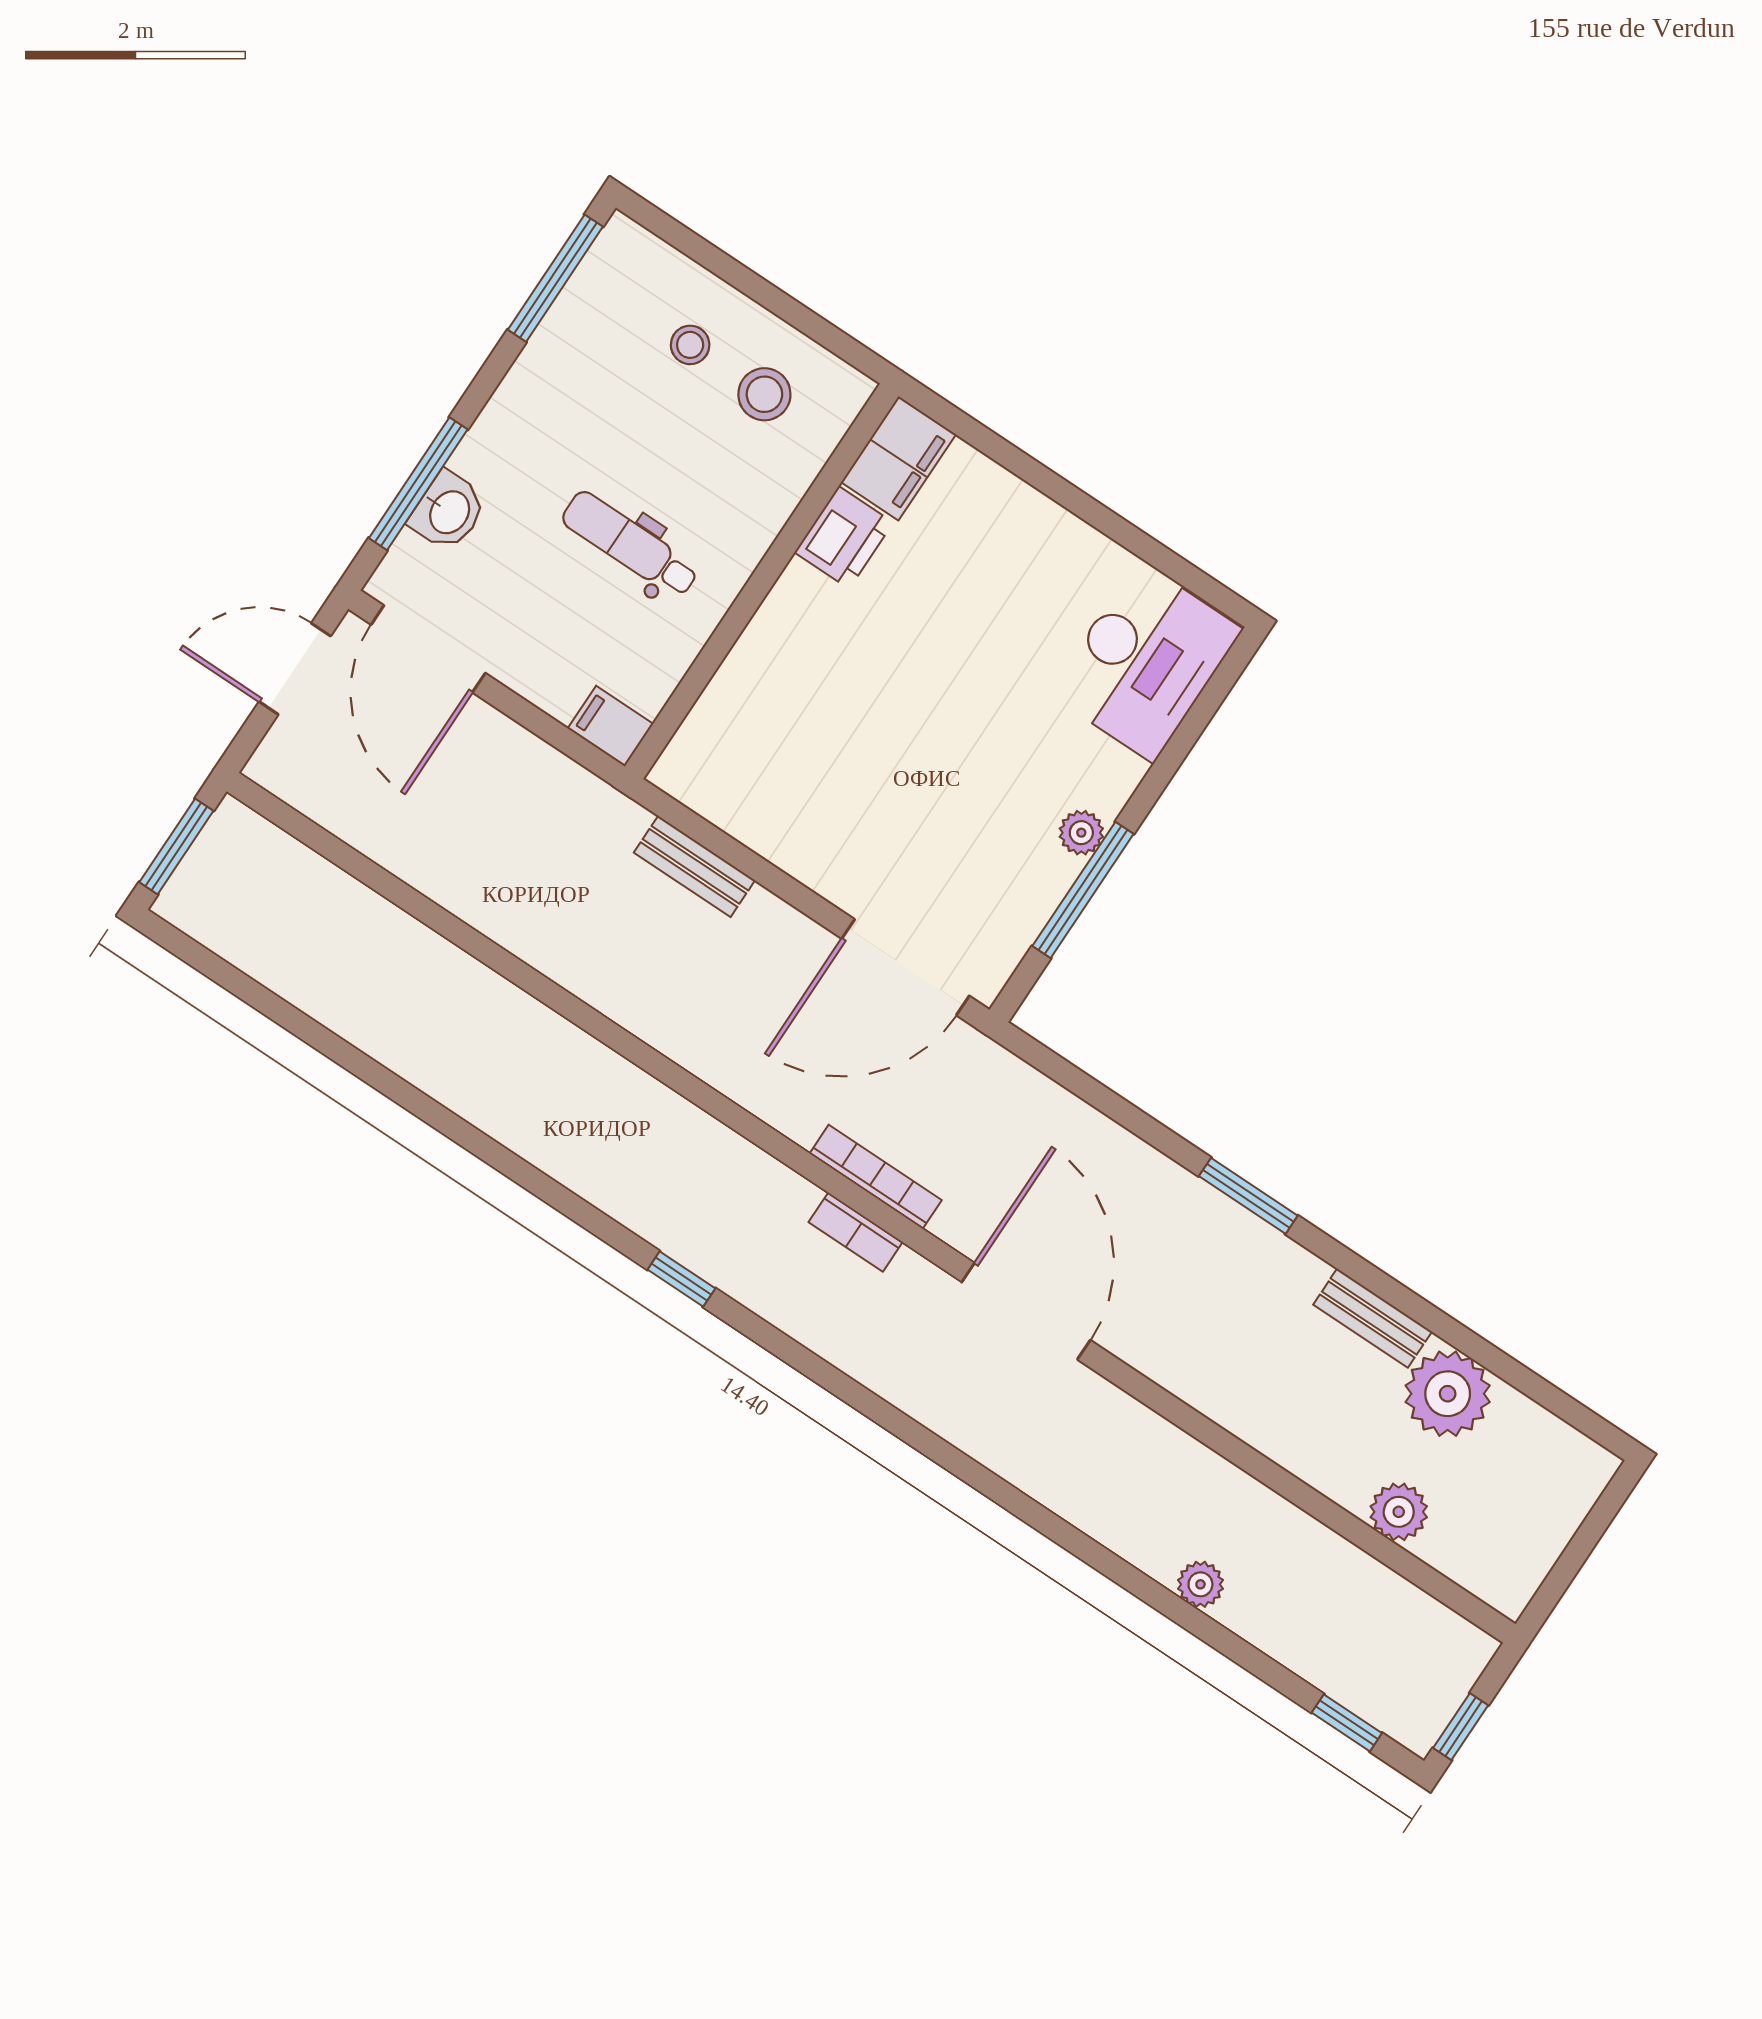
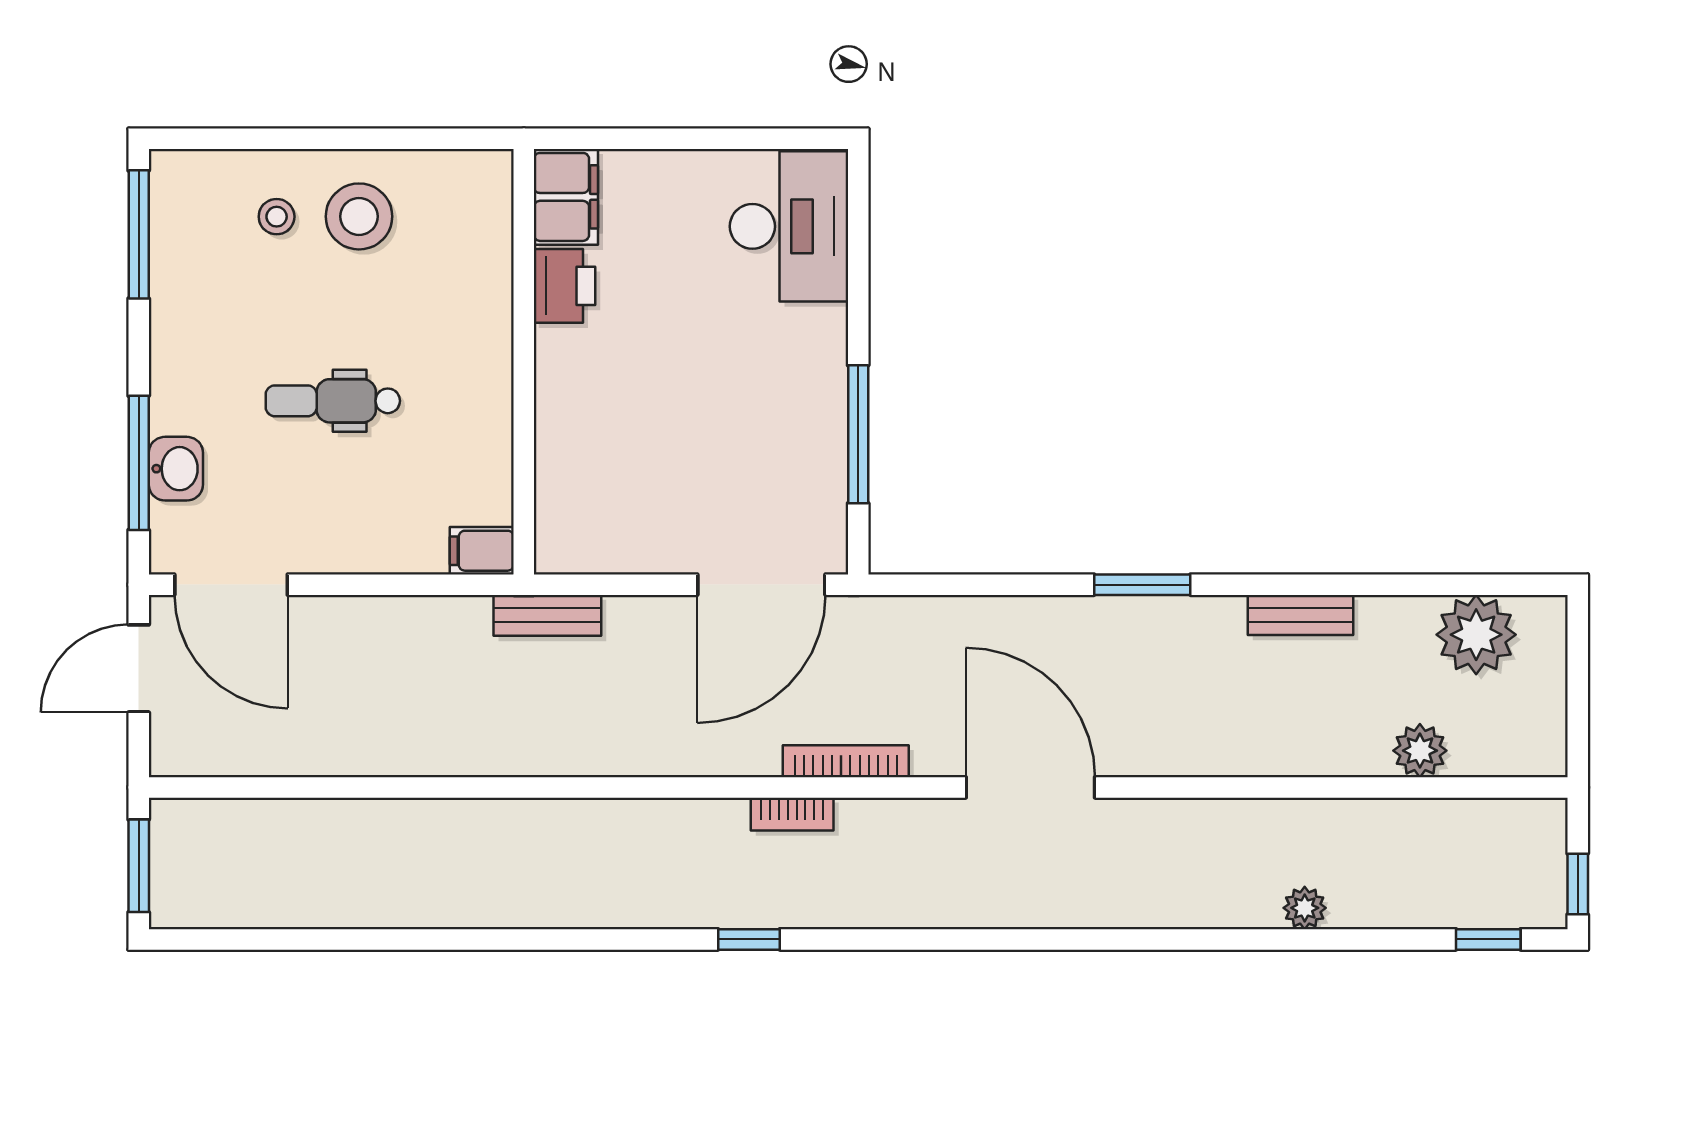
stool: (764, 394) -> (359, 216), width x1.38, depth x1.38
filing cabinet: (899, 458) -> (566, 197), moved
printer: (844, 537) -> (564, 286), moved
wall: (762, 581) -> (524, 362), moved
filing cabinet: (610, 726) -> (482, 551), moved
plant: (1081, 833) -> (828, 391), removed
bookcase: (856, 1232) -> (792, 814), moved
plant: (1448, 1394) -> (1476, 635), moved

